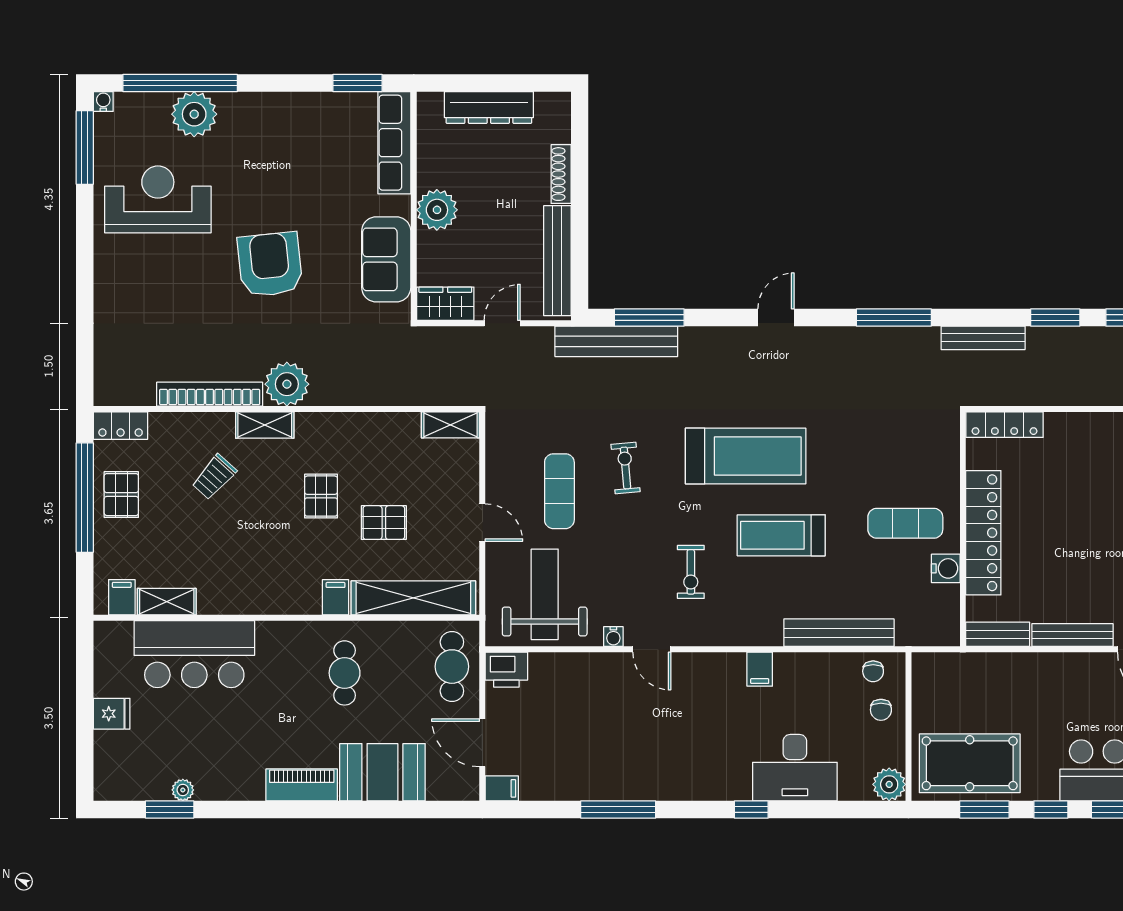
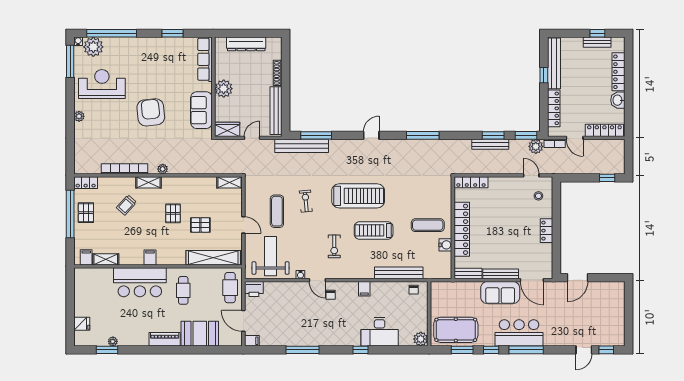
window: (358, 83) -> (173, 33), moved
plant: (194, 114) -> (93, 47), moved
plant: (106, 274) -> (79, 116), added
bench: (983, 338) -> (490, 144), moved
plant: (287, 384) -> (163, 169), width x0.53, depth x0.53
filing cabinet: (336, 597) -> (150, 257), moved
bar counter: (194, 654) -> (140, 282), moved
sofa: (1071, 678) -> (500, 293), added
chair: (881, 710) -> (331, 295), moved
fridge: (112, 714) -> (82, 324), moved

